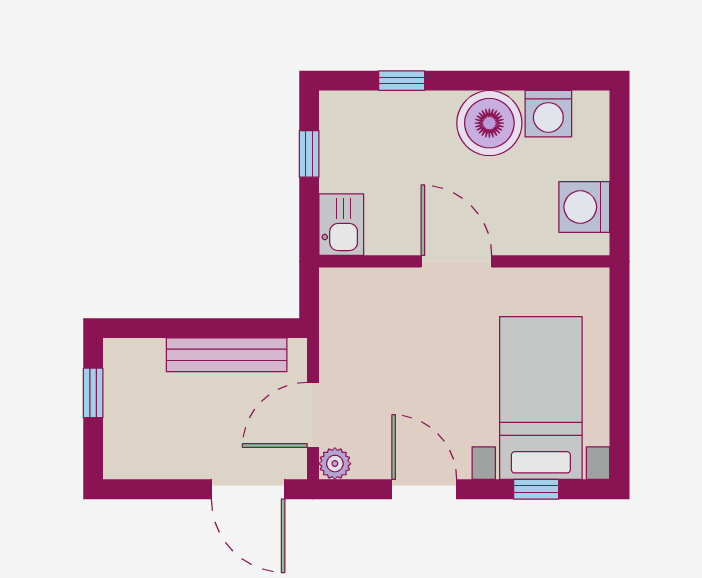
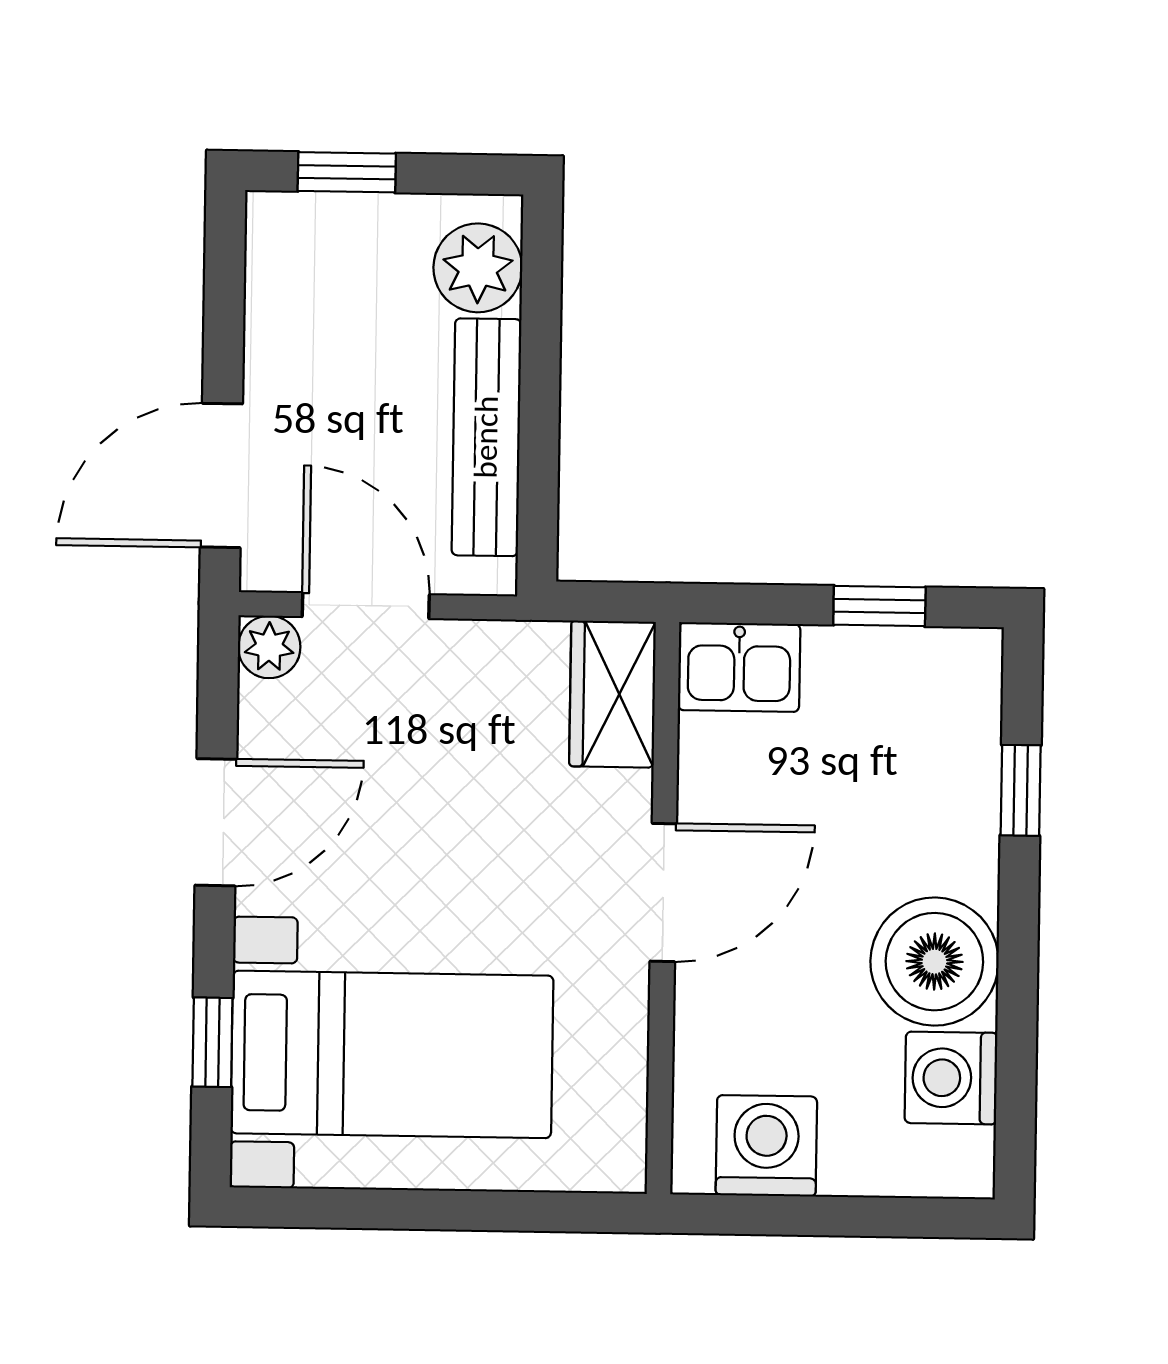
wardrobe: (356, 289) -> (612, 694), added
plant: (141, 361) -> (478, 268), added
window: (93, 393) -> (347, 172), moved

